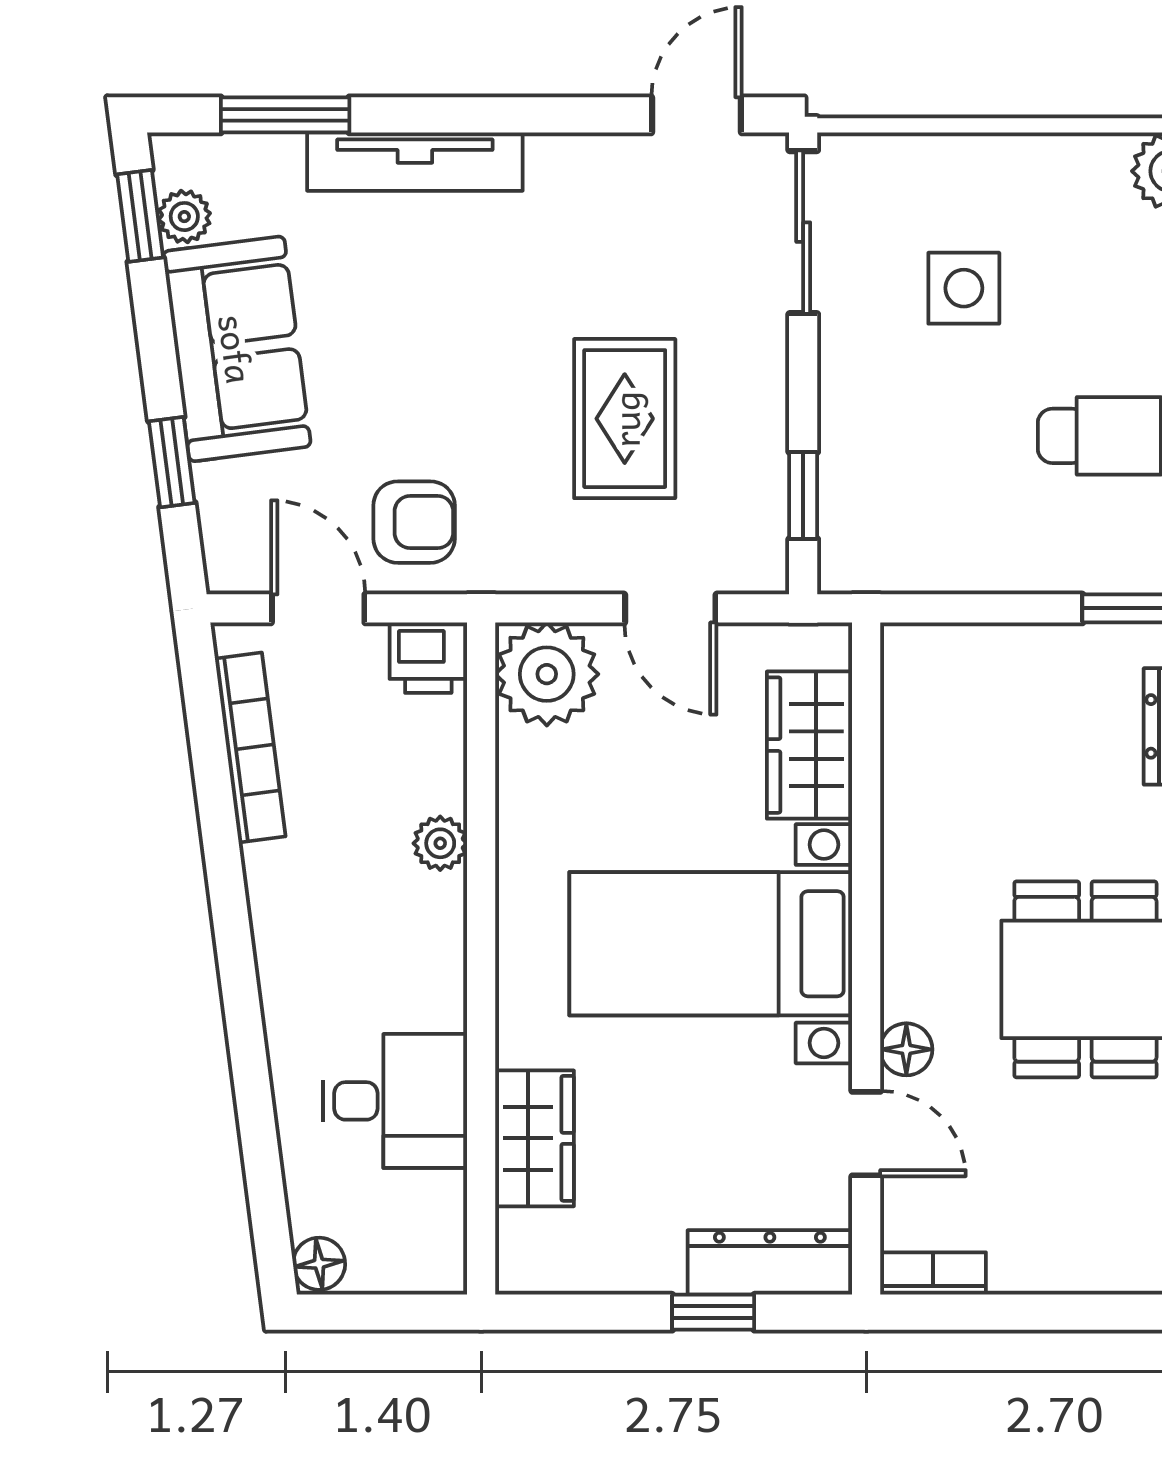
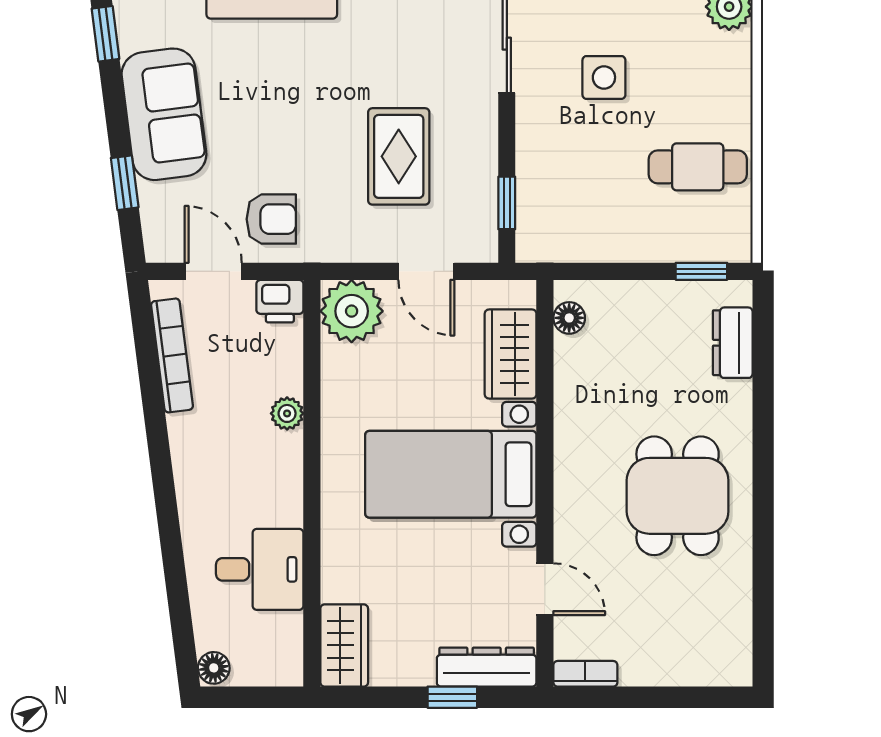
plant: (184, 217) -> (132, 34), removed
floor lamp: (906, 1049) -> (569, 318), moved
wardrobe: (535, 1138) -> (344, 645), moved

